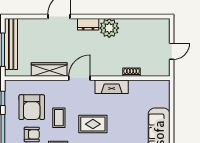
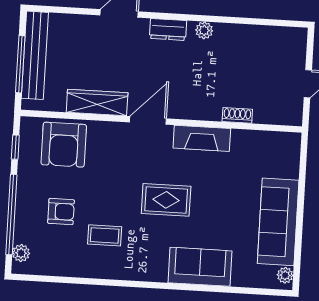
plant: (109, 28) -> (204, 30), width x0.53, depth x0.53
armchair: (32, 107) -> (64, 145), moved
coffee table: (59, 118) -> (109, 186), removed

